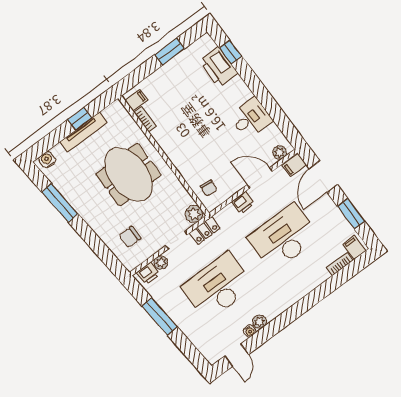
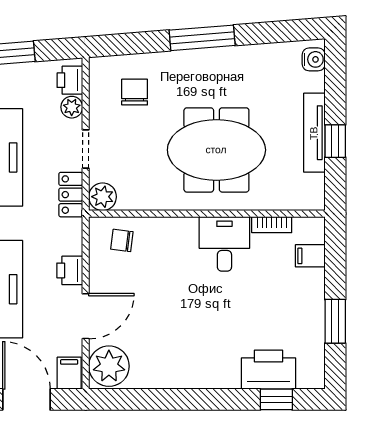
filing cabinet: (136, 100) -> (310, 256), moved, turned 90
desk: (251, 118) -> (224, 244), moved, turned 180
plant: (280, 153) -> (109, 366), width x1.88, depth x1.88
window: (60, 203) -> (202, 38), moved

